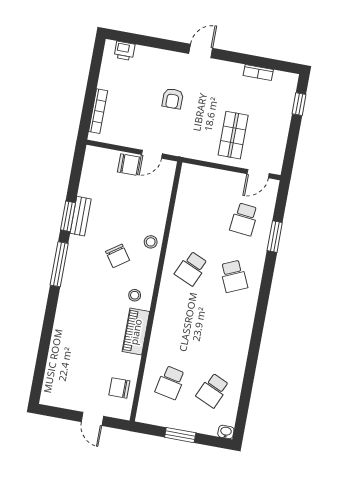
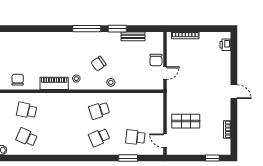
armchair: (173, 99) -> (201, 80), removed
door: (152, 154) -> (165, 73), swing flipped
bench: (81, 216) -> (133, 36), moved
school desk: (191, 268) -> (99, 110), turned -42

